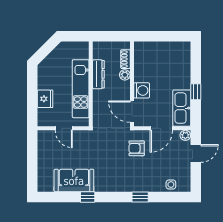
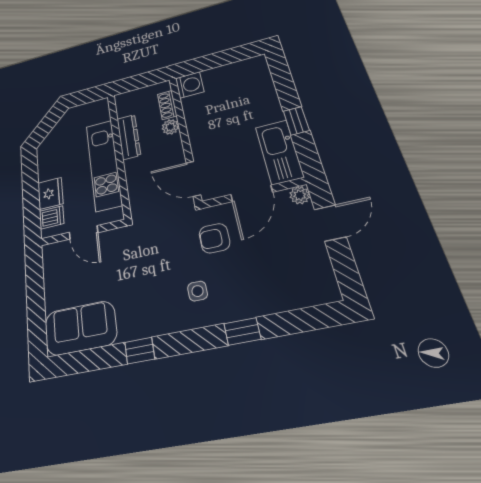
washing machine: (142, 90) -> (190, 85), moved
dishwasher: (45, 114) -> (52, 217), added
sofa: (74, 181) -> (80, 328), moved
side table: (171, 185) -> (198, 291), moved

